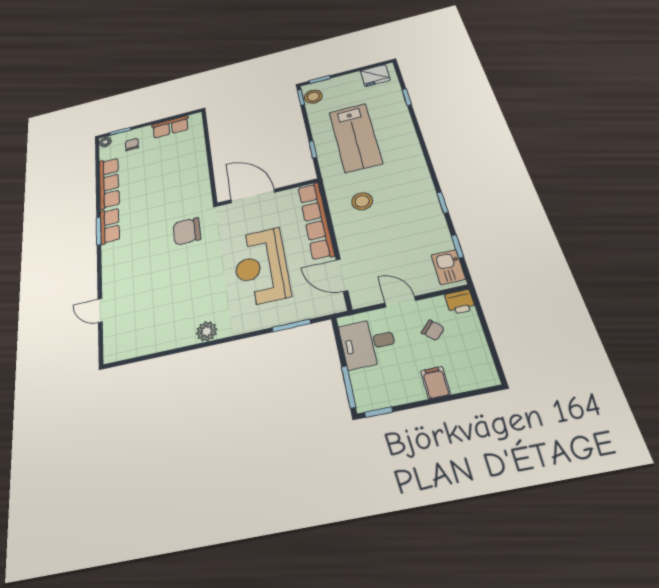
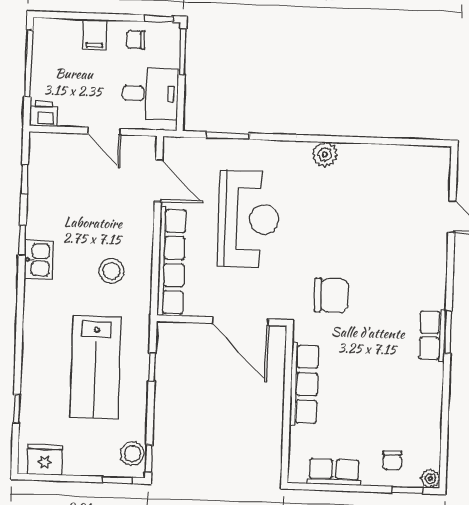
lab bench: (355, 138) -> (96, 367), turned 180
row of seats: (109, 183) -> (304, 384), moved, turned 180
kitchen sink: (448, 267) -> (39, 260), moved
chair: (433, 330) -> (136, 40), moved, turned -44
window: (490, 341) -> (29, 64), added

